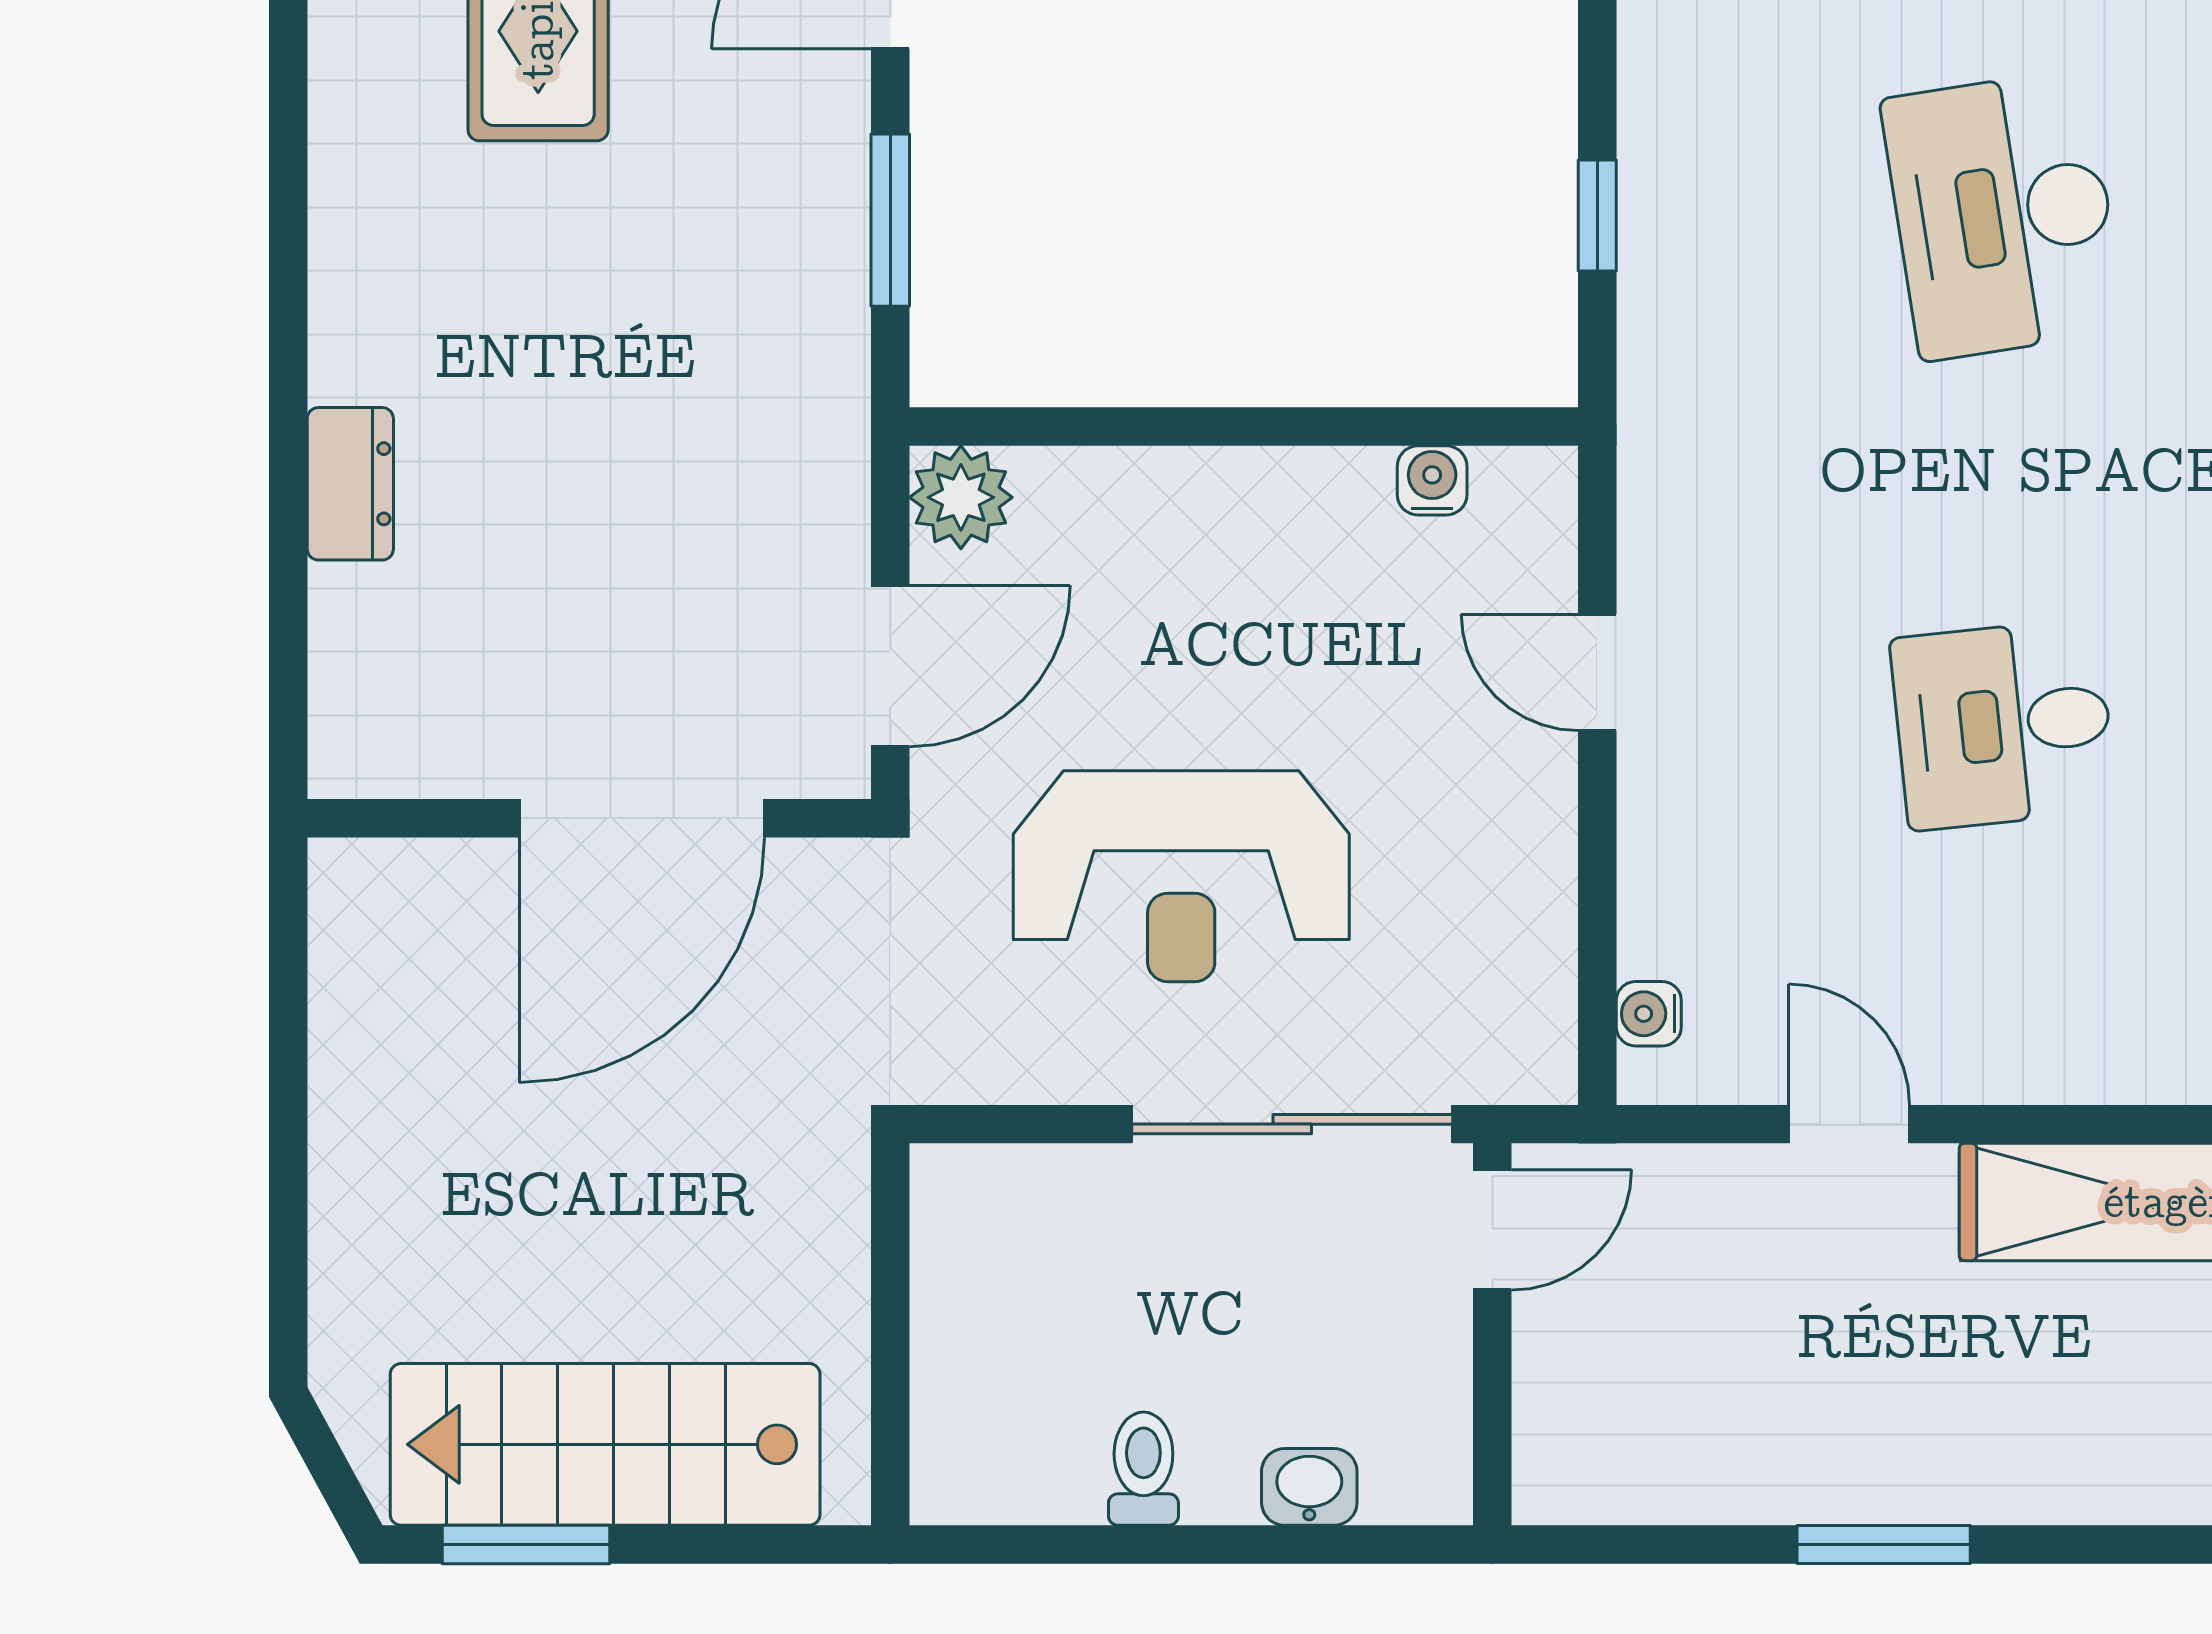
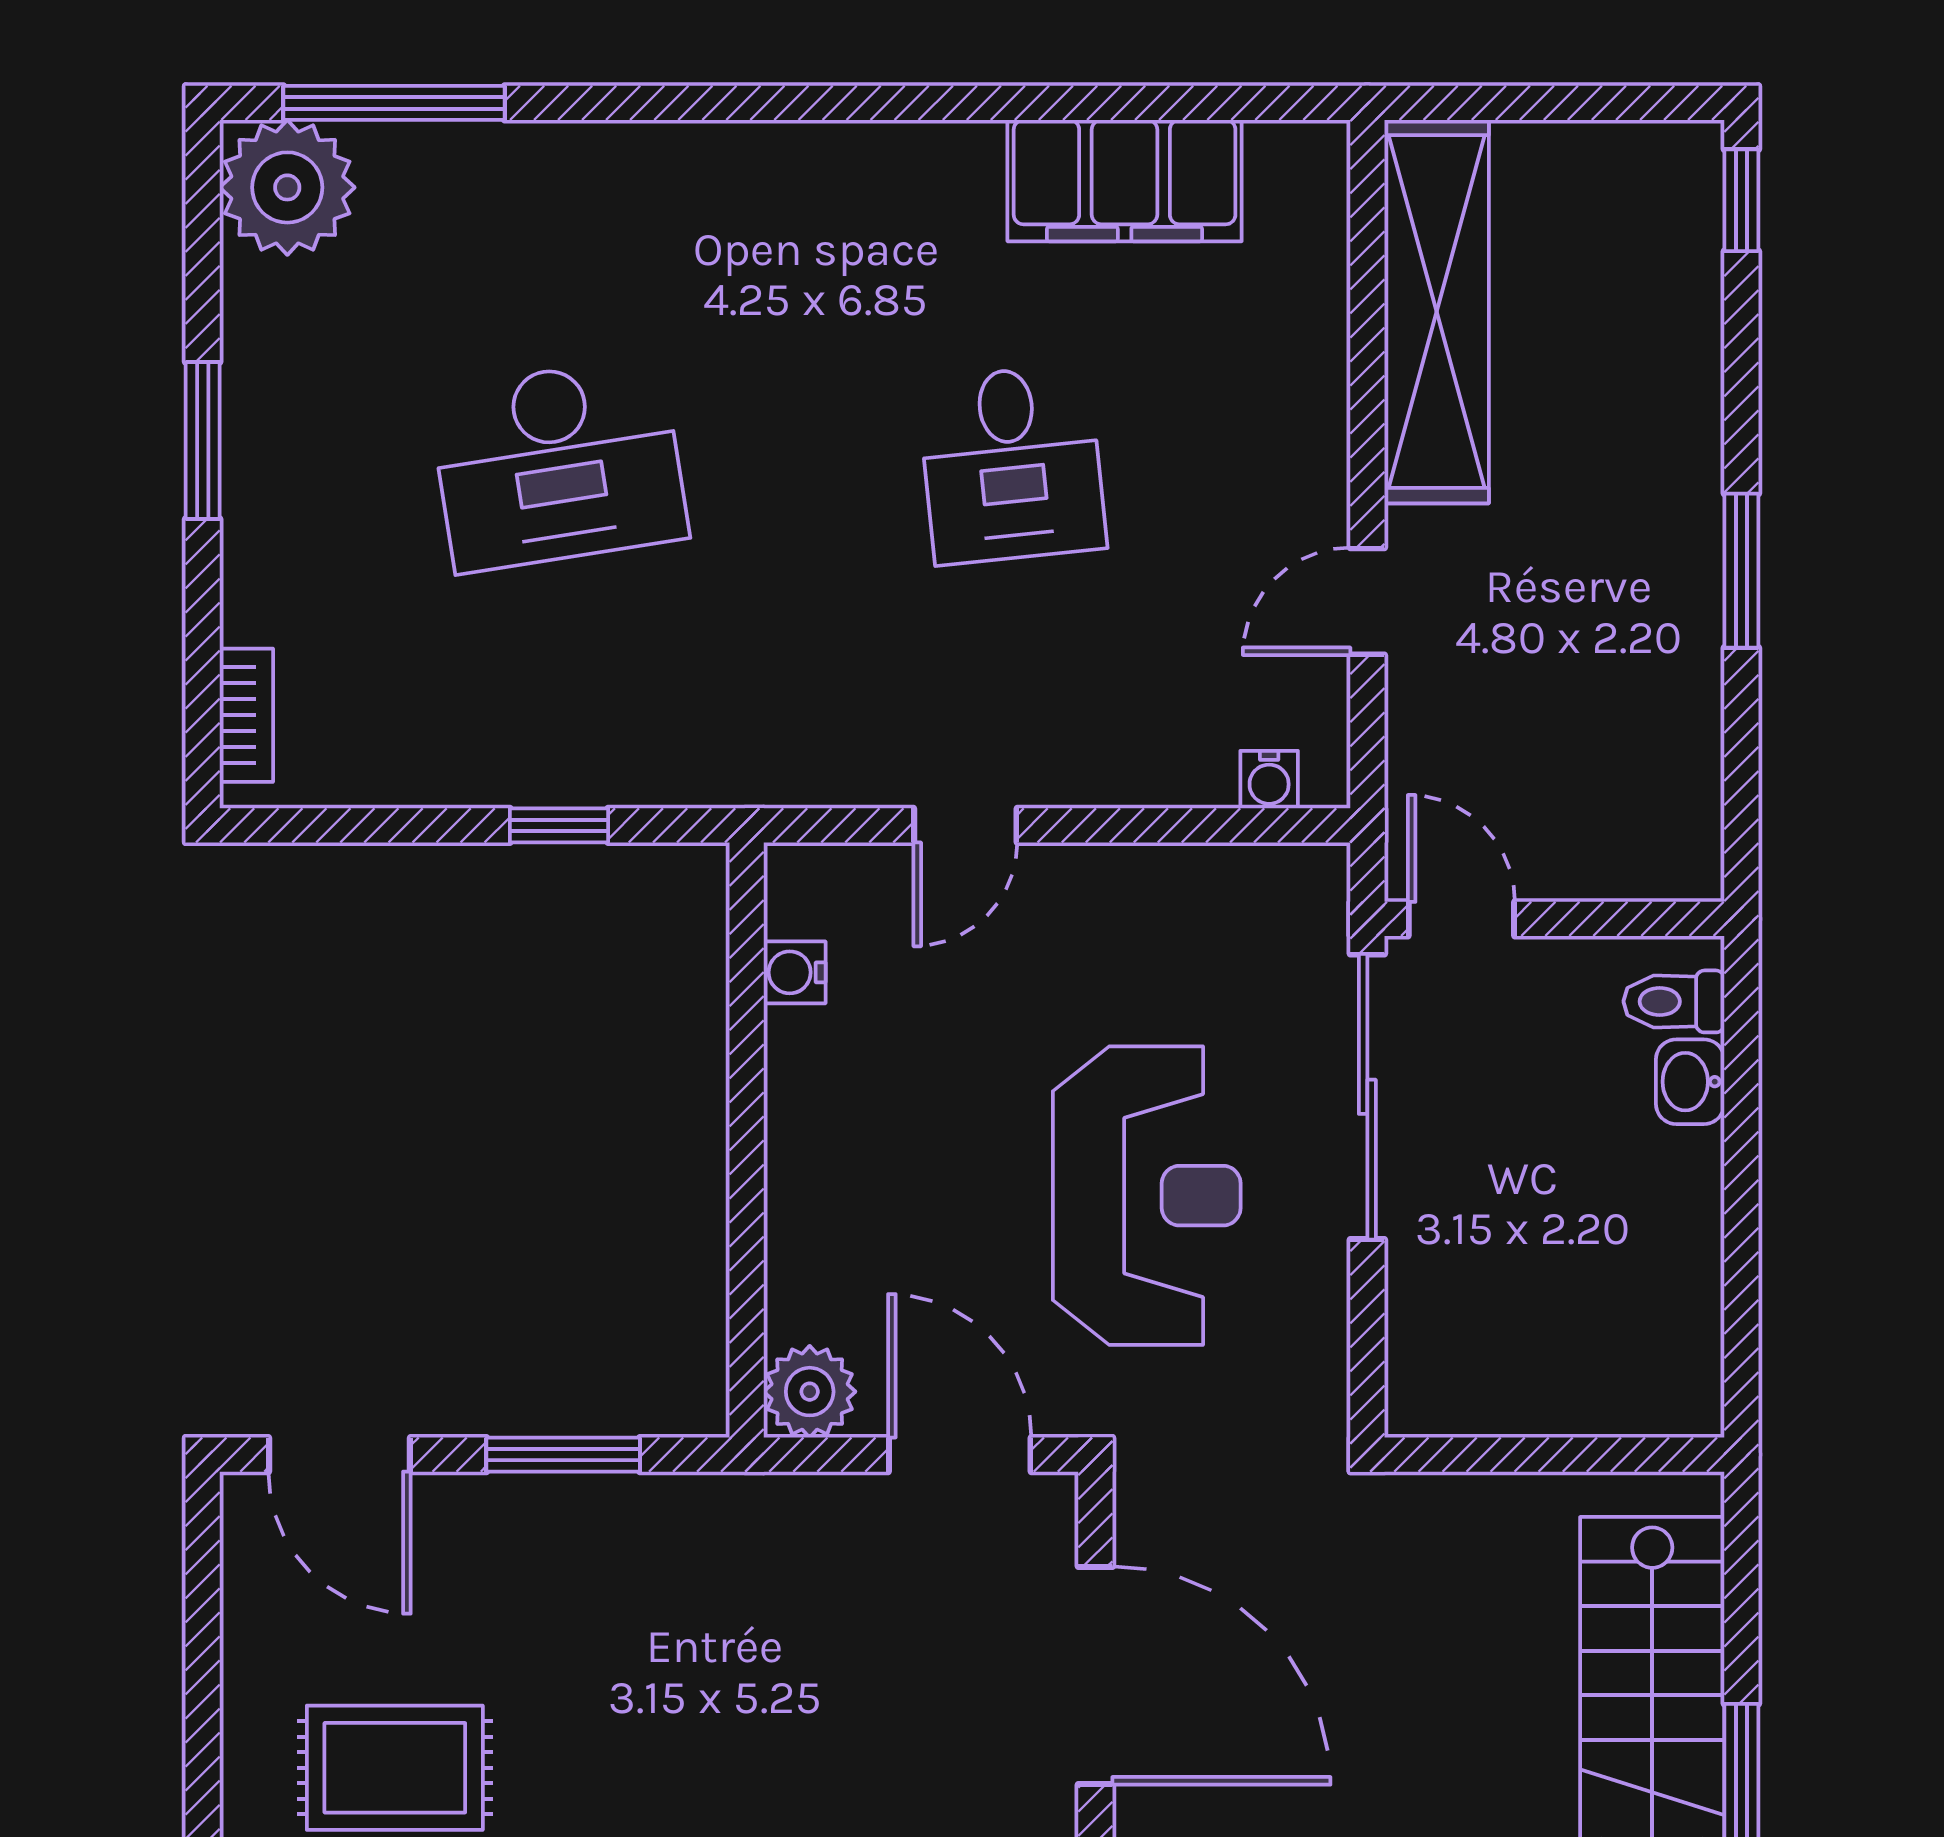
toilet: (1143, 1469) -> (1674, 1001), moved

